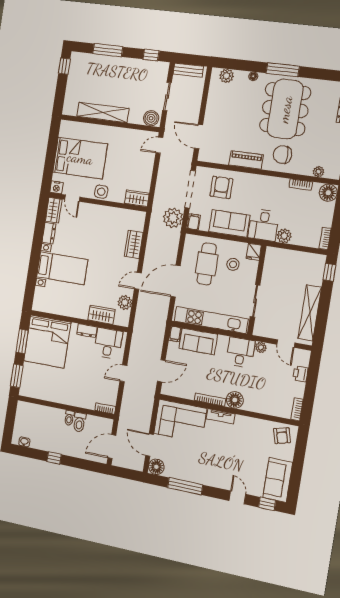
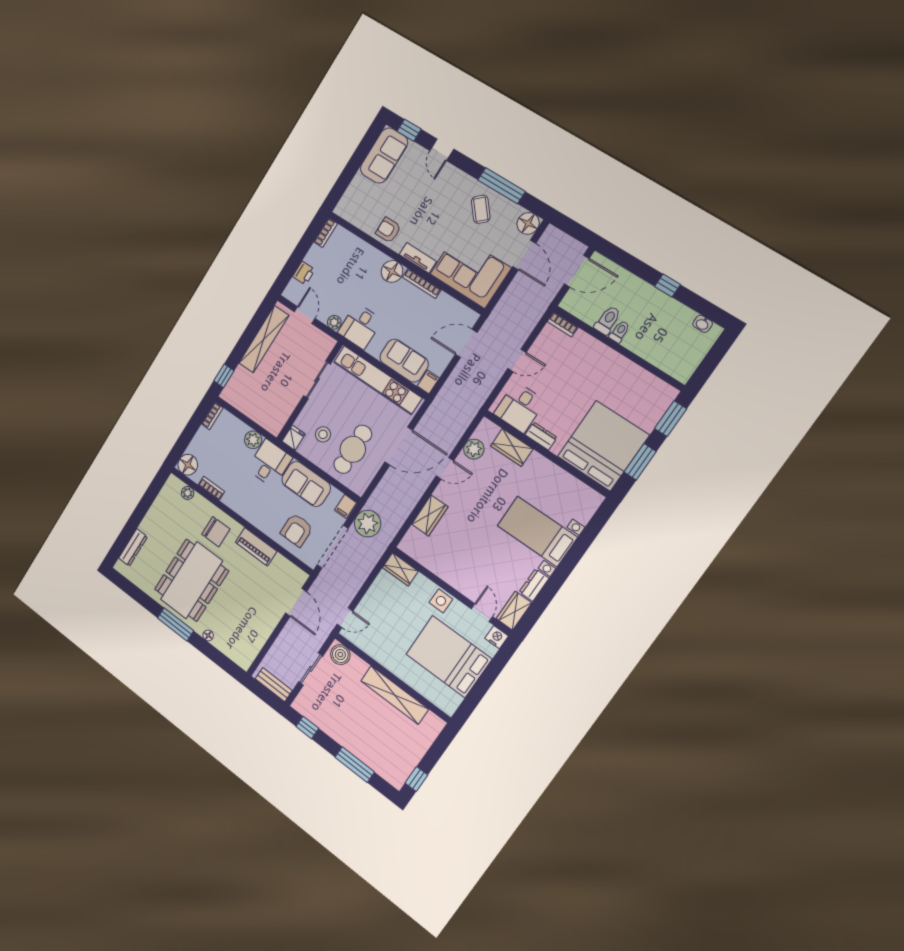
plant: (226, 76) -> (236, 653), removed
armchair: (282, 436) -> (388, 230), moved, turned -75
coffee table: (192, 465) -> (481, 209), added

